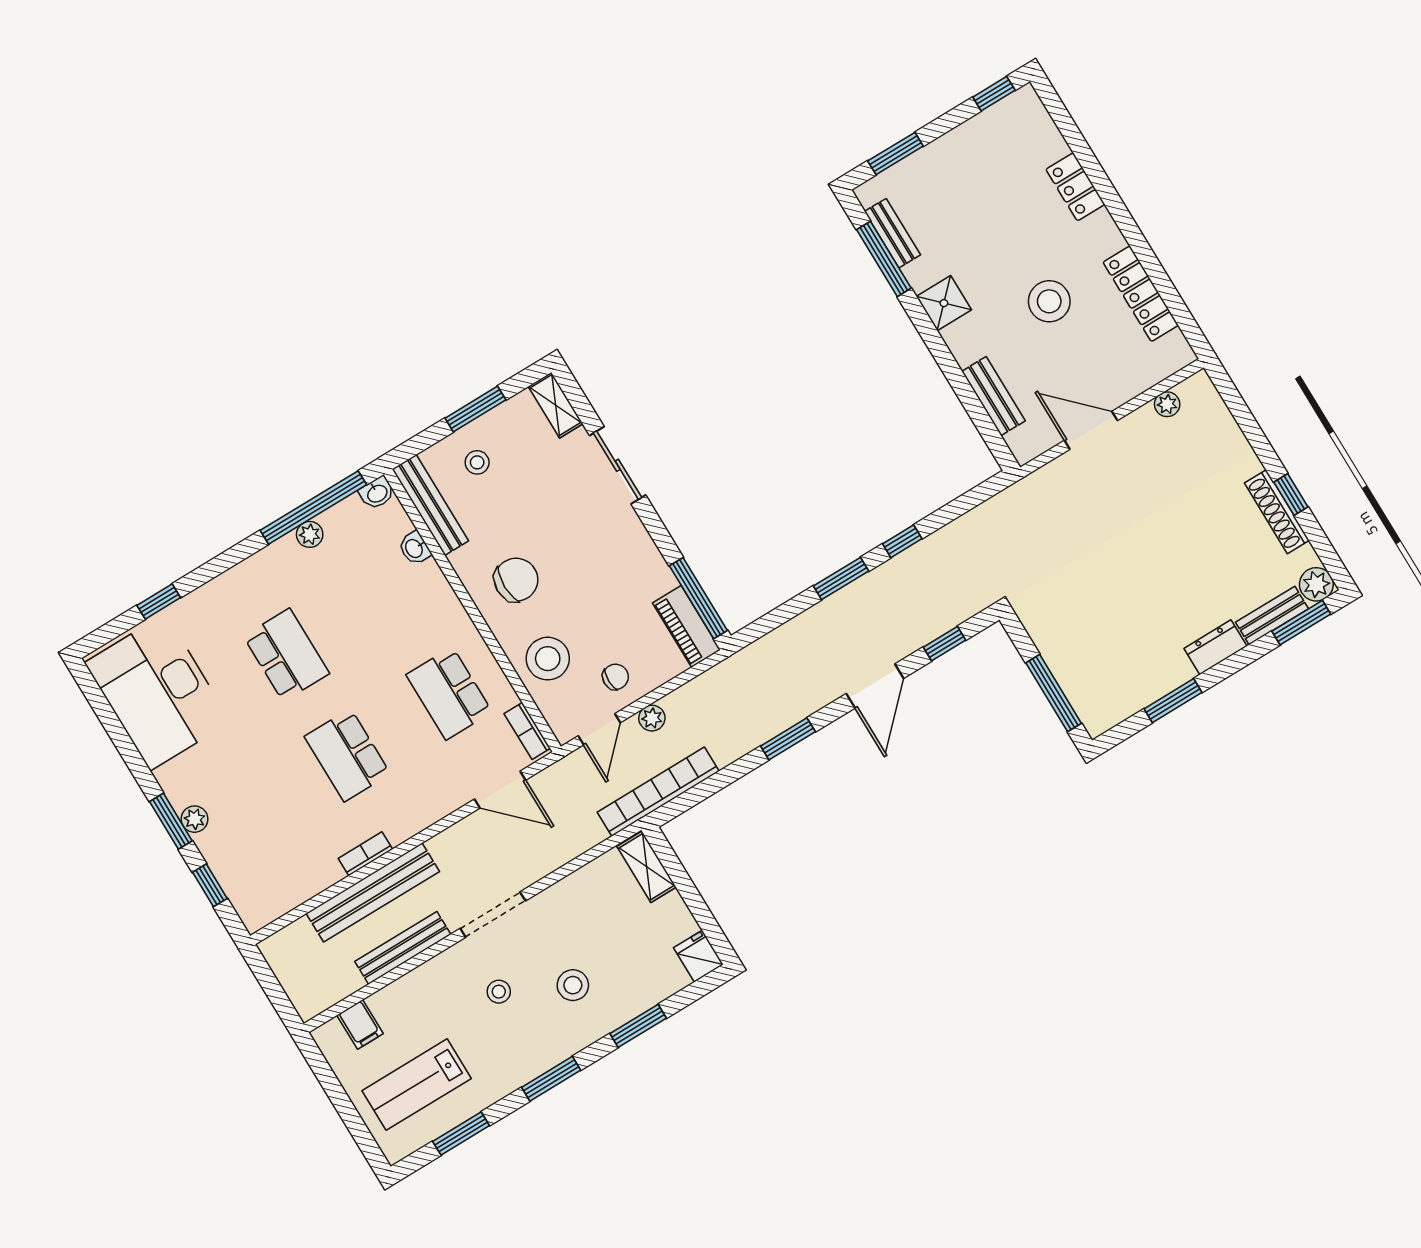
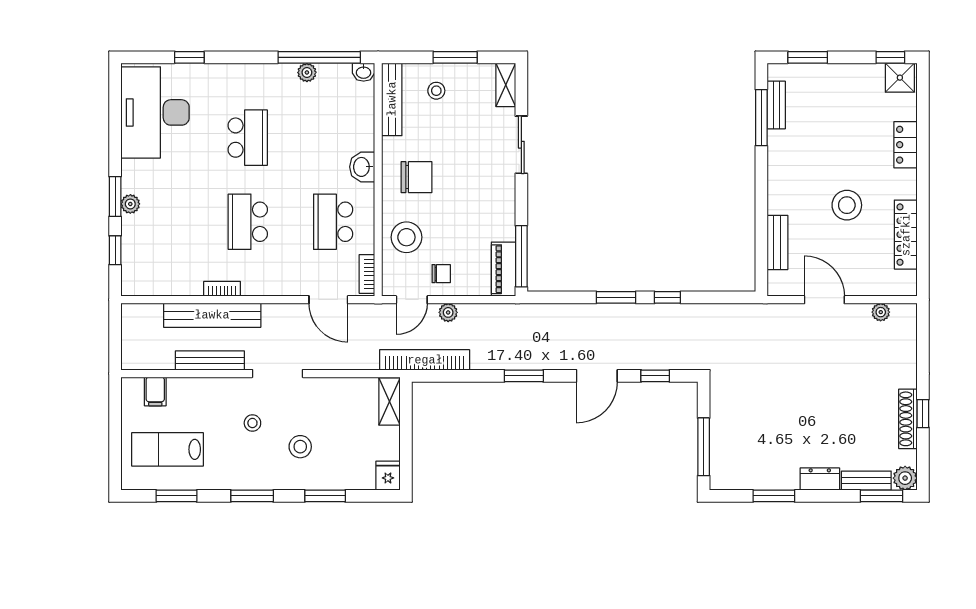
shower: (944, 303) -> (900, 78), moved
washbasin: (415, 548) -> (362, 167), moved, width x1.38, depth x1.45

